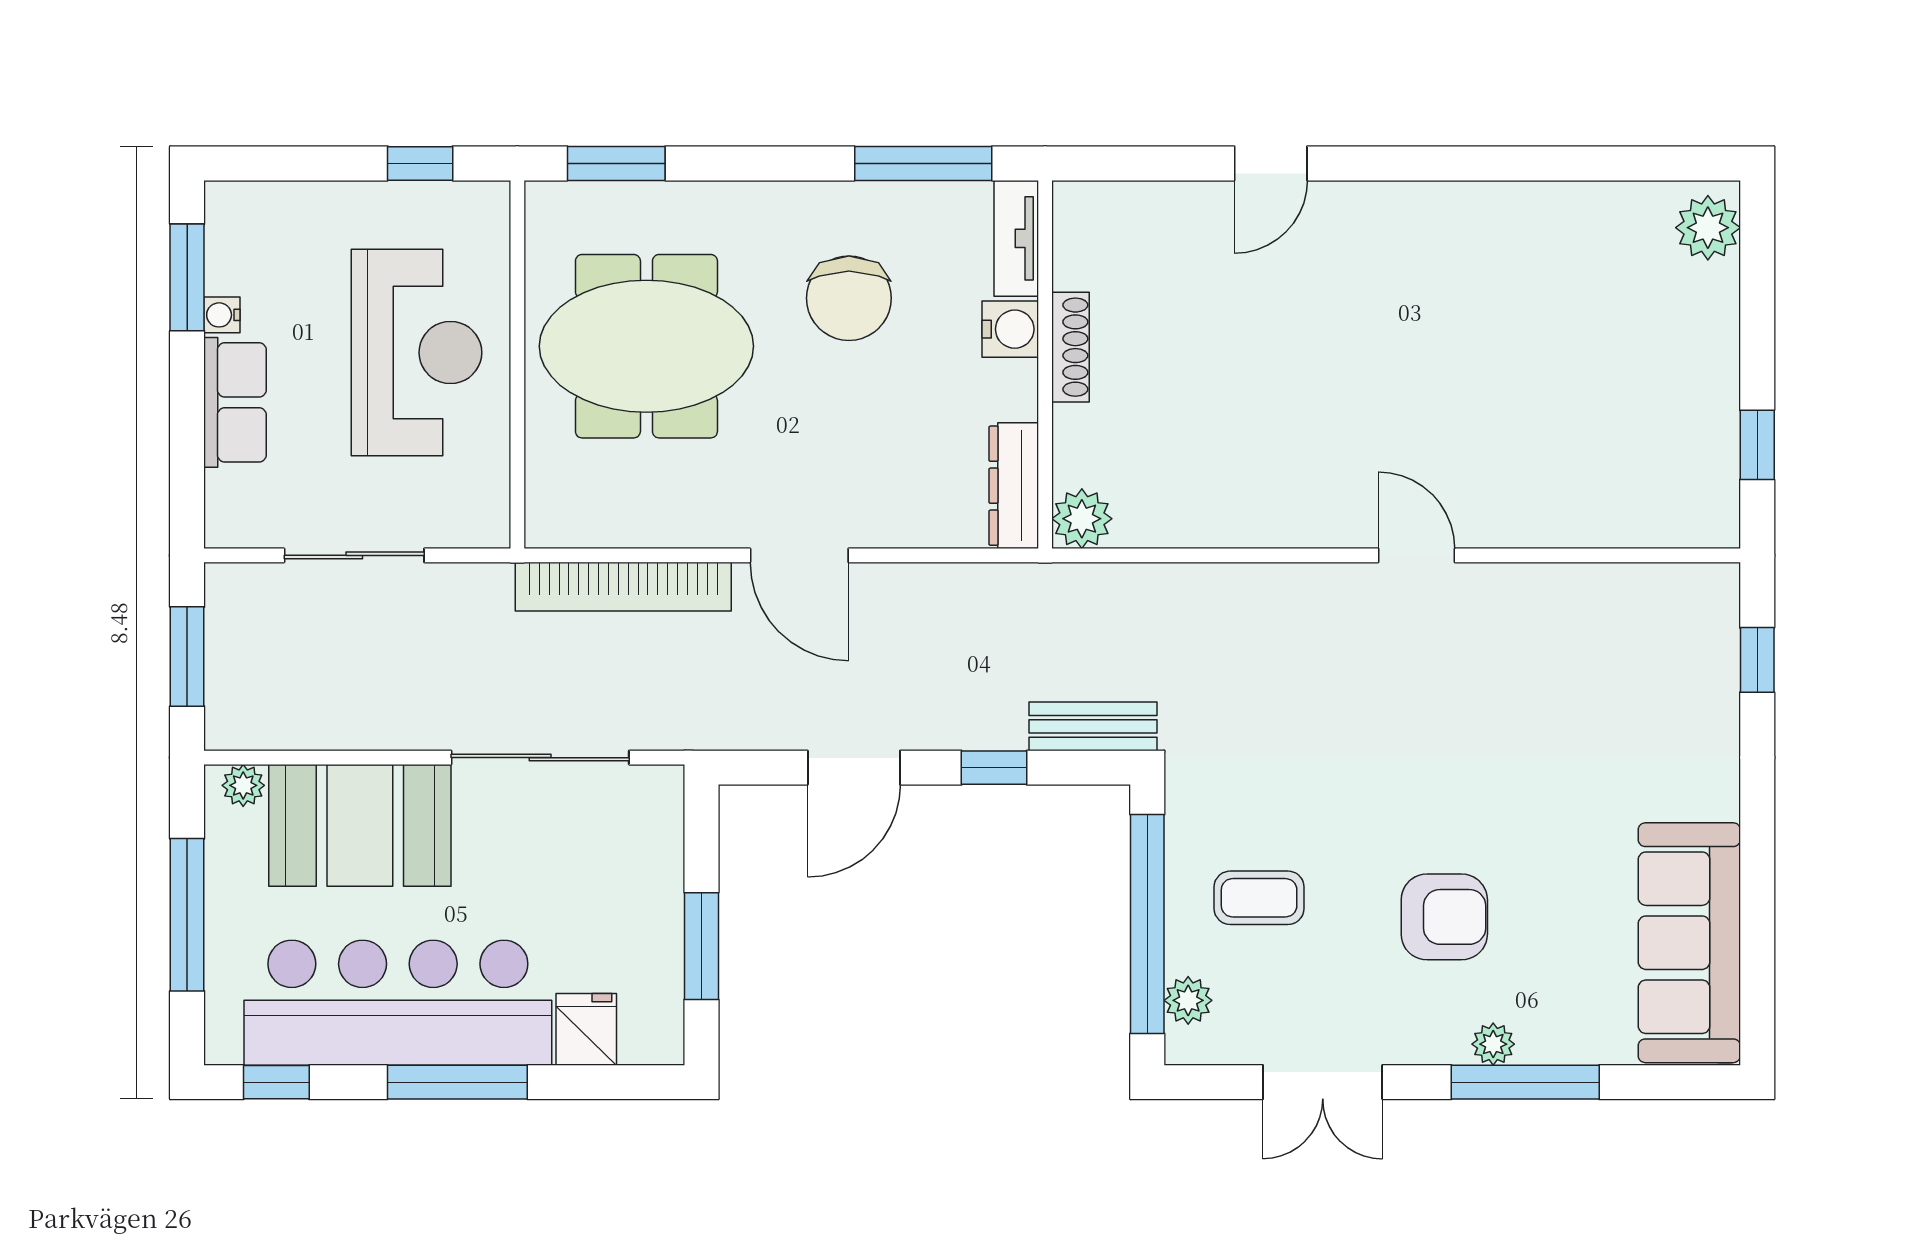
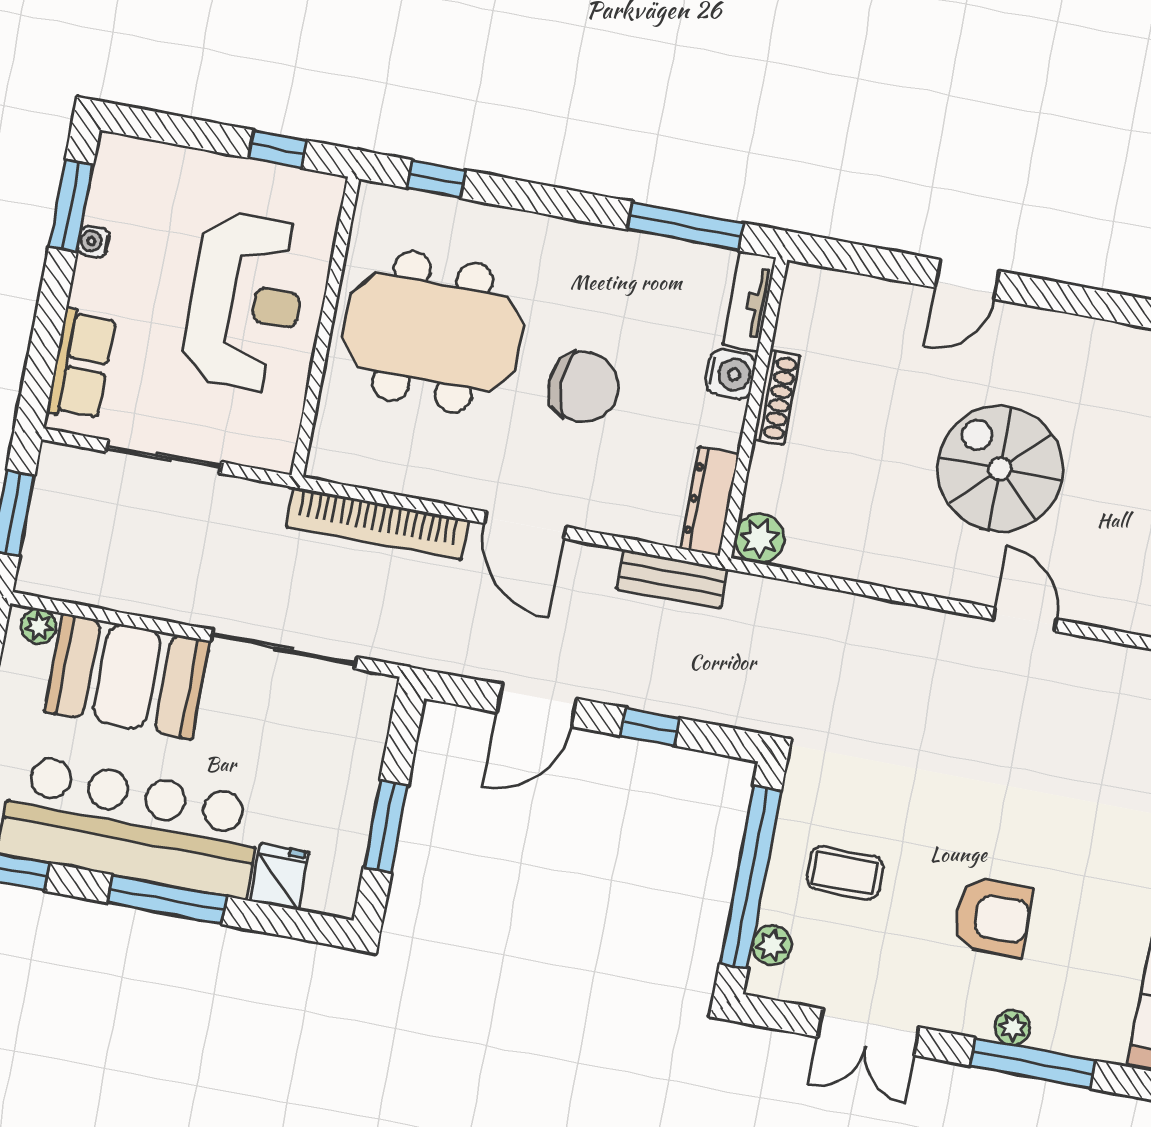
window: (616, 163) -> (437, 179), width x0.67
chair: (849, 298) -> (583, 387), moved, turned -90
spiral stairs: (1353, 381) -> (1000, 469), added
row of seats: (235, 402) -> (81, 364), moved
bench: (1093, 726) -> (672, 579), moved

